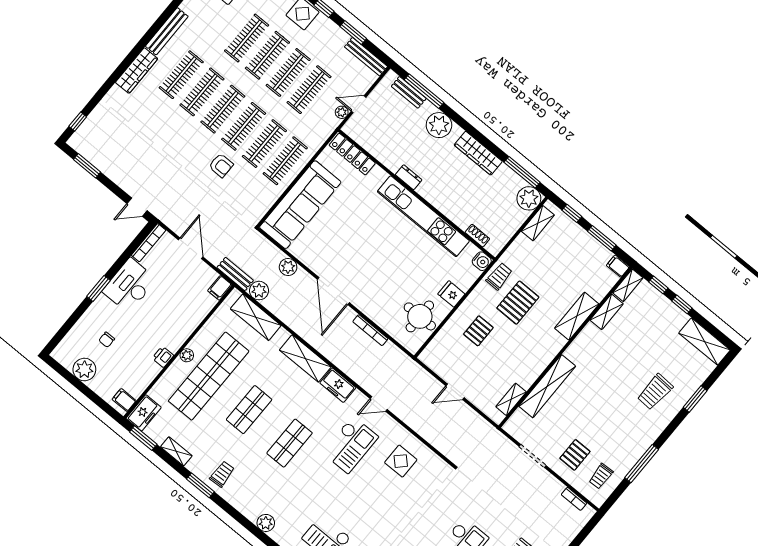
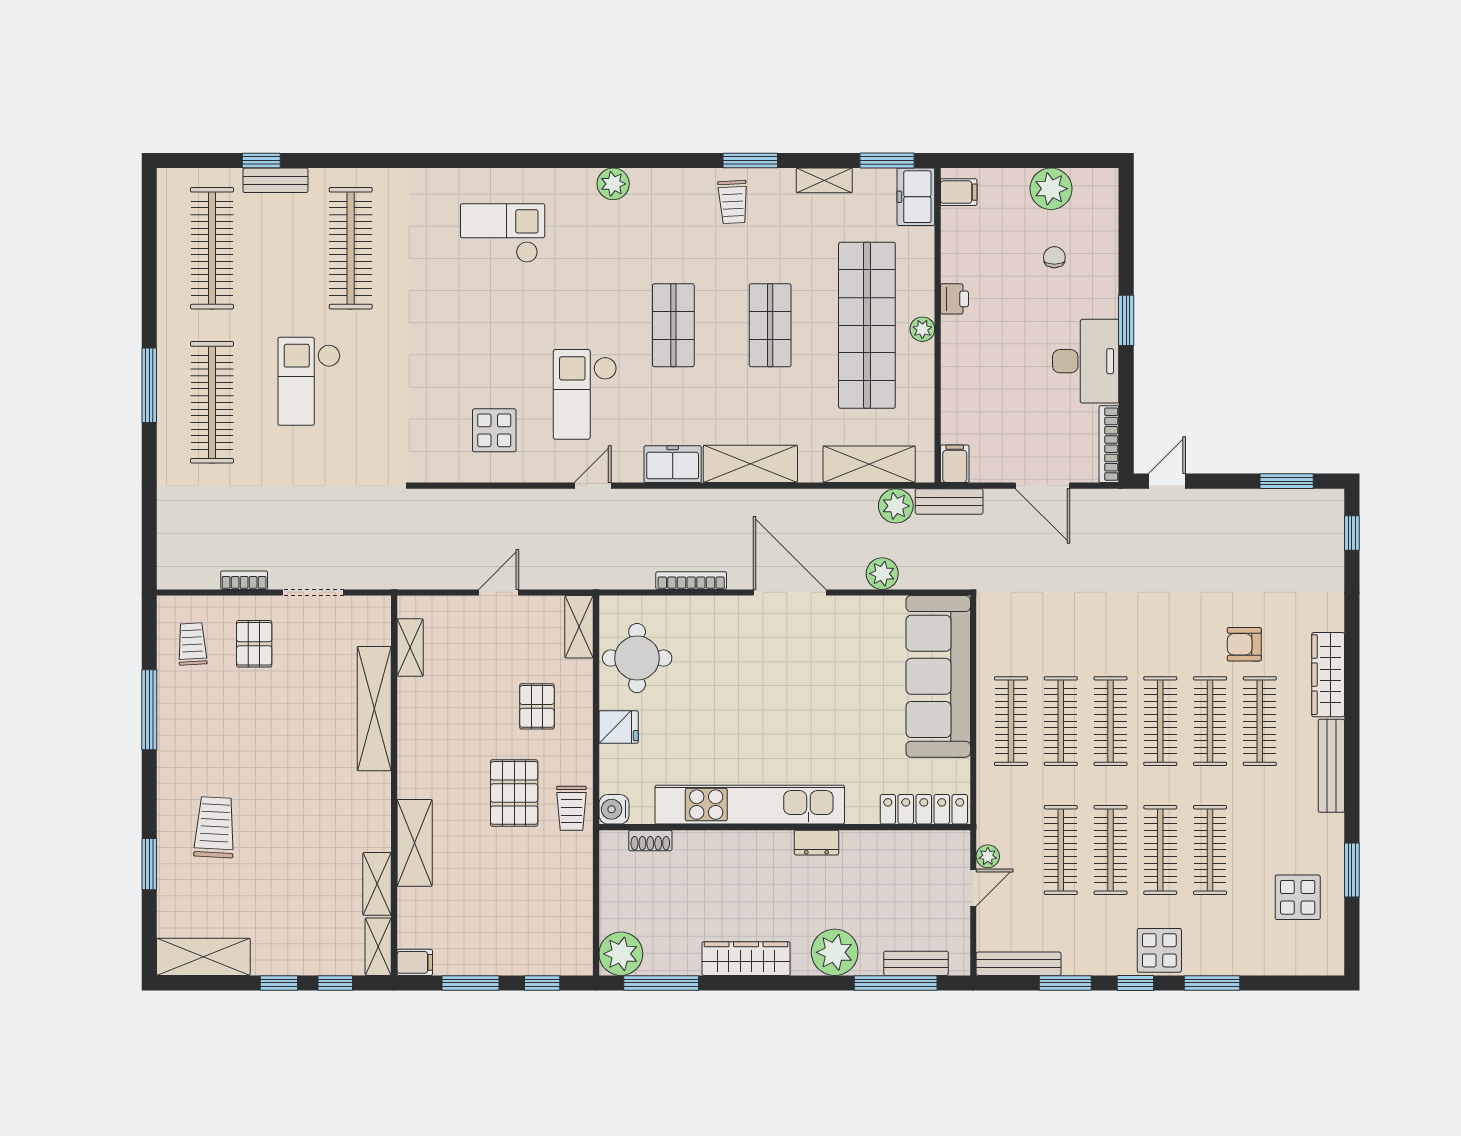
armchair: (221, 165) -> (1244, 644), moved
shelving: (538, 223) -> (579, 627), moved
bookcase: (574, 499) -> (244, 580), moved

